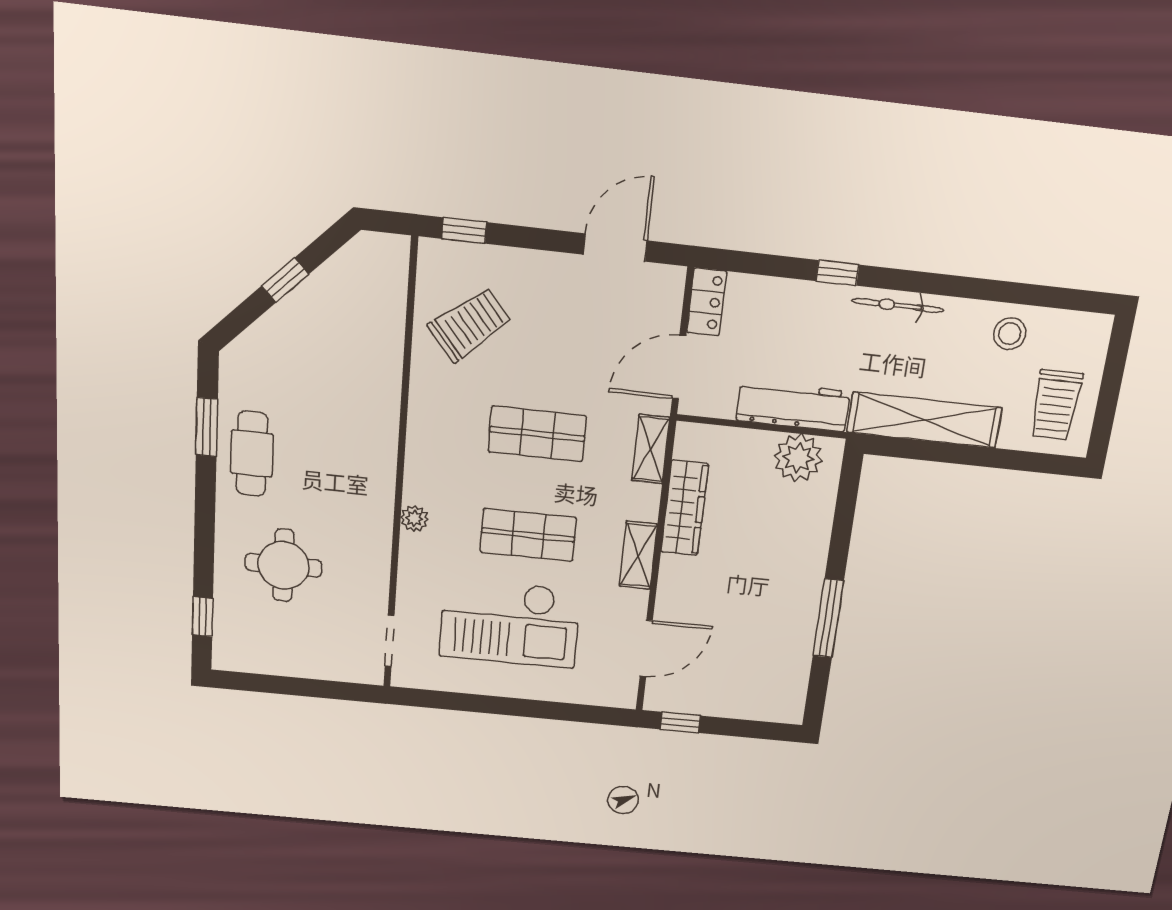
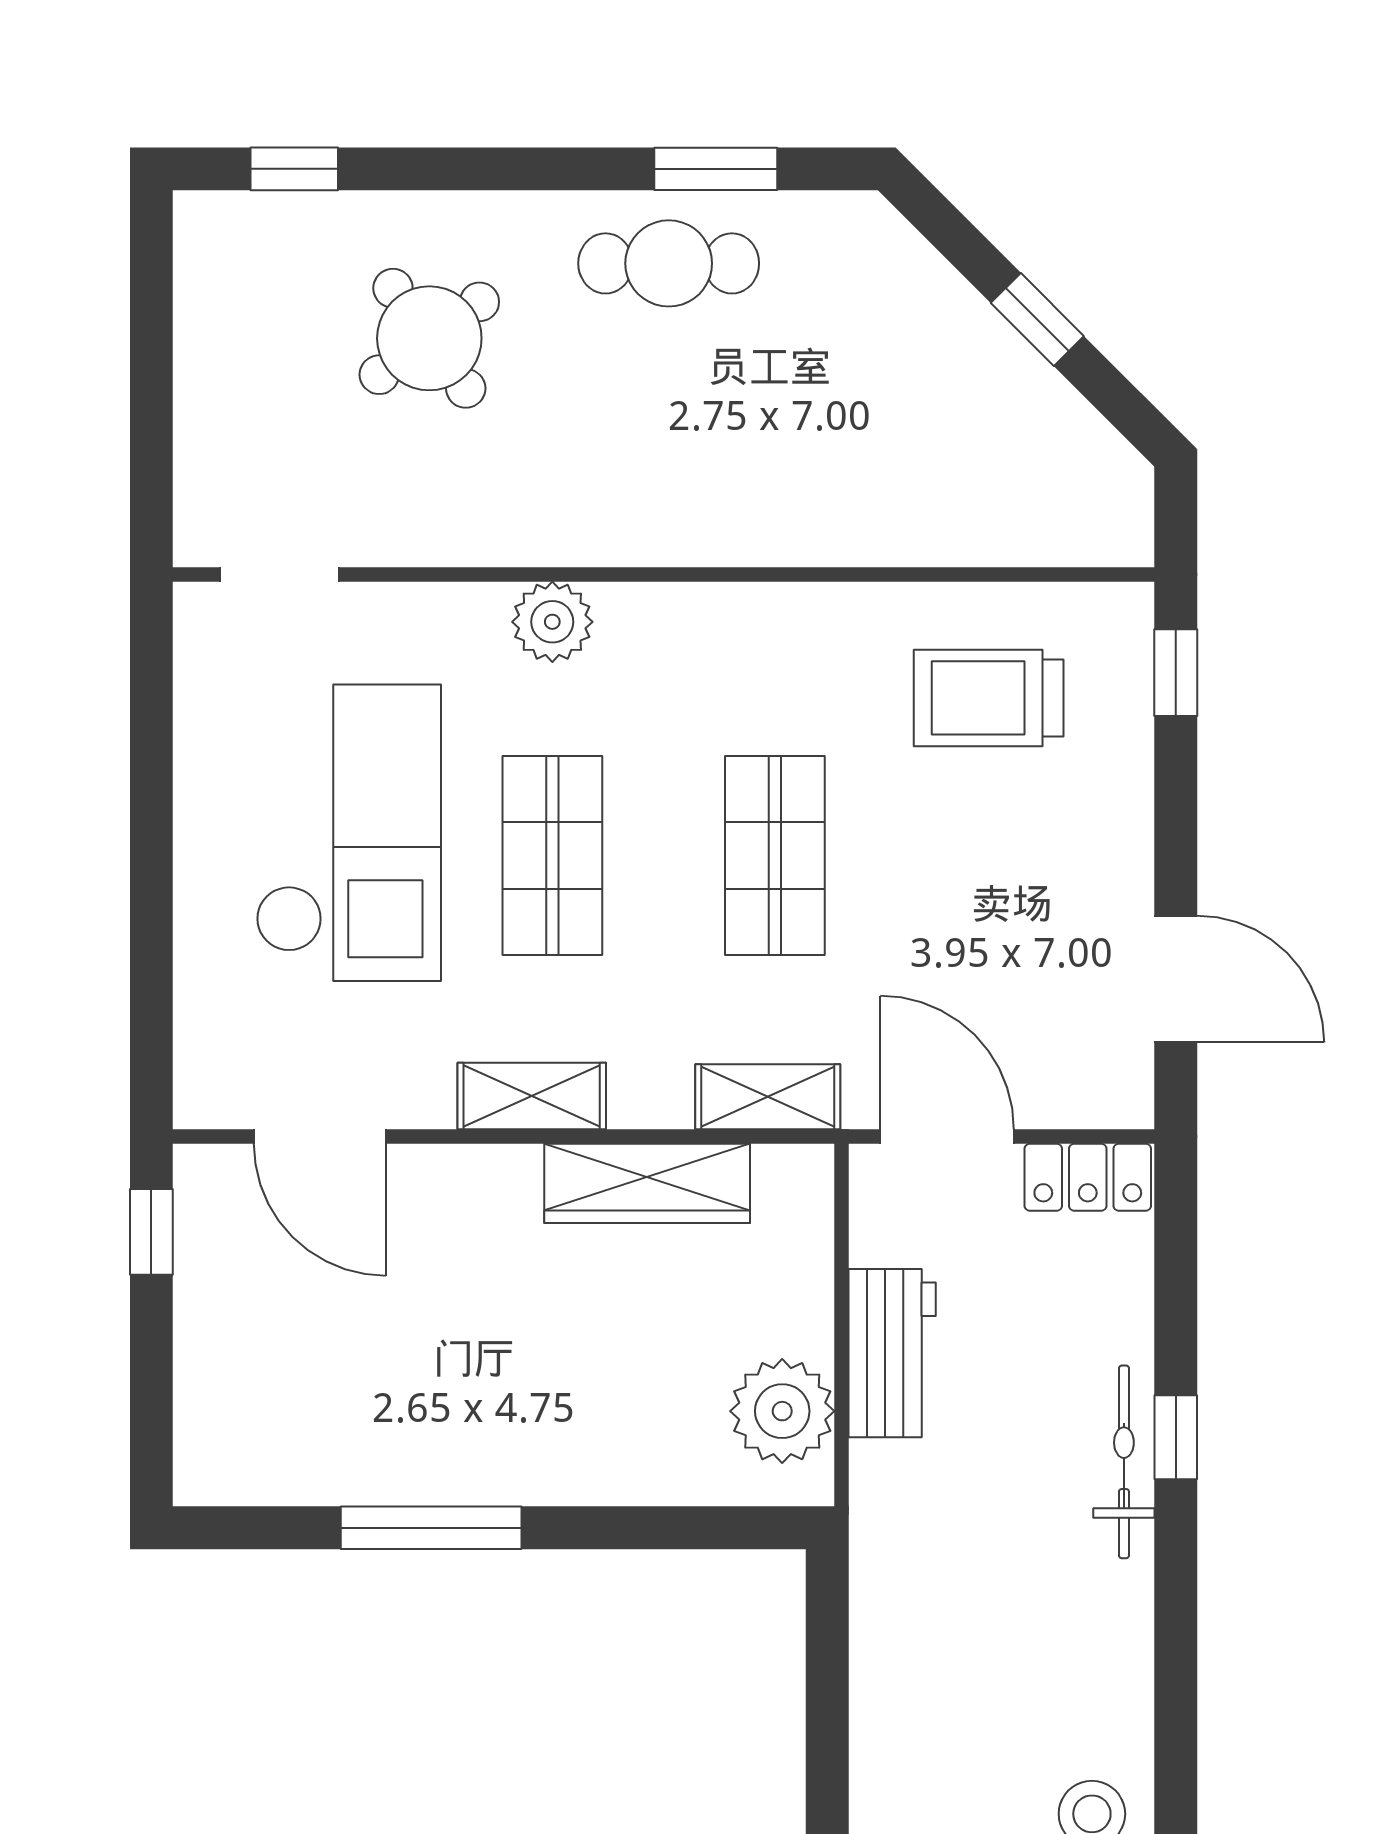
bicycle: (898, 305) -> (1124, 1462), moved
trolley: (470, 324) -> (989, 698), turned 130
workbench: (793, 406) -> (892, 1353), width x0.73
shelving: (924, 420) -> (892, 1666), removed
plant: (414, 518) -> (552, 622), width x1.38, depth x1.38
round table: (283, 565) -> (429, 338), turned -36
checkout: (510, 623) -> (348, 833), turned 180

